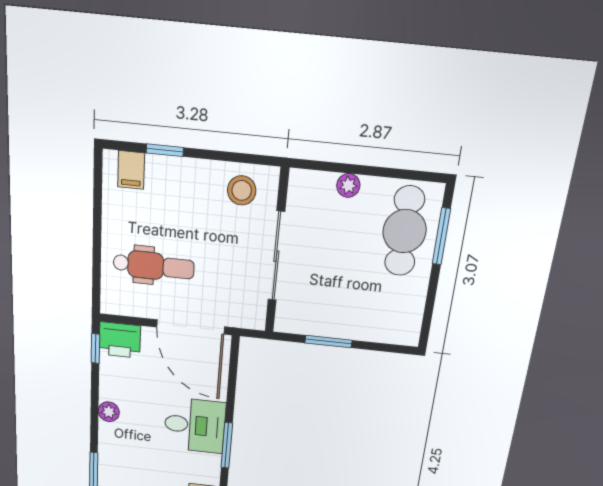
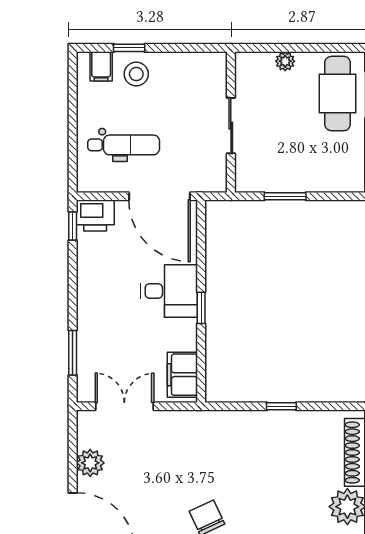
stool: (242, 190) -> (136, 74), moved
sliding door: (276, 256) -> (231, 126), width x0.73
plant: (109, 412) -> (86, 287), removed
window: (227, 445) -> (201, 308), width x0.67

